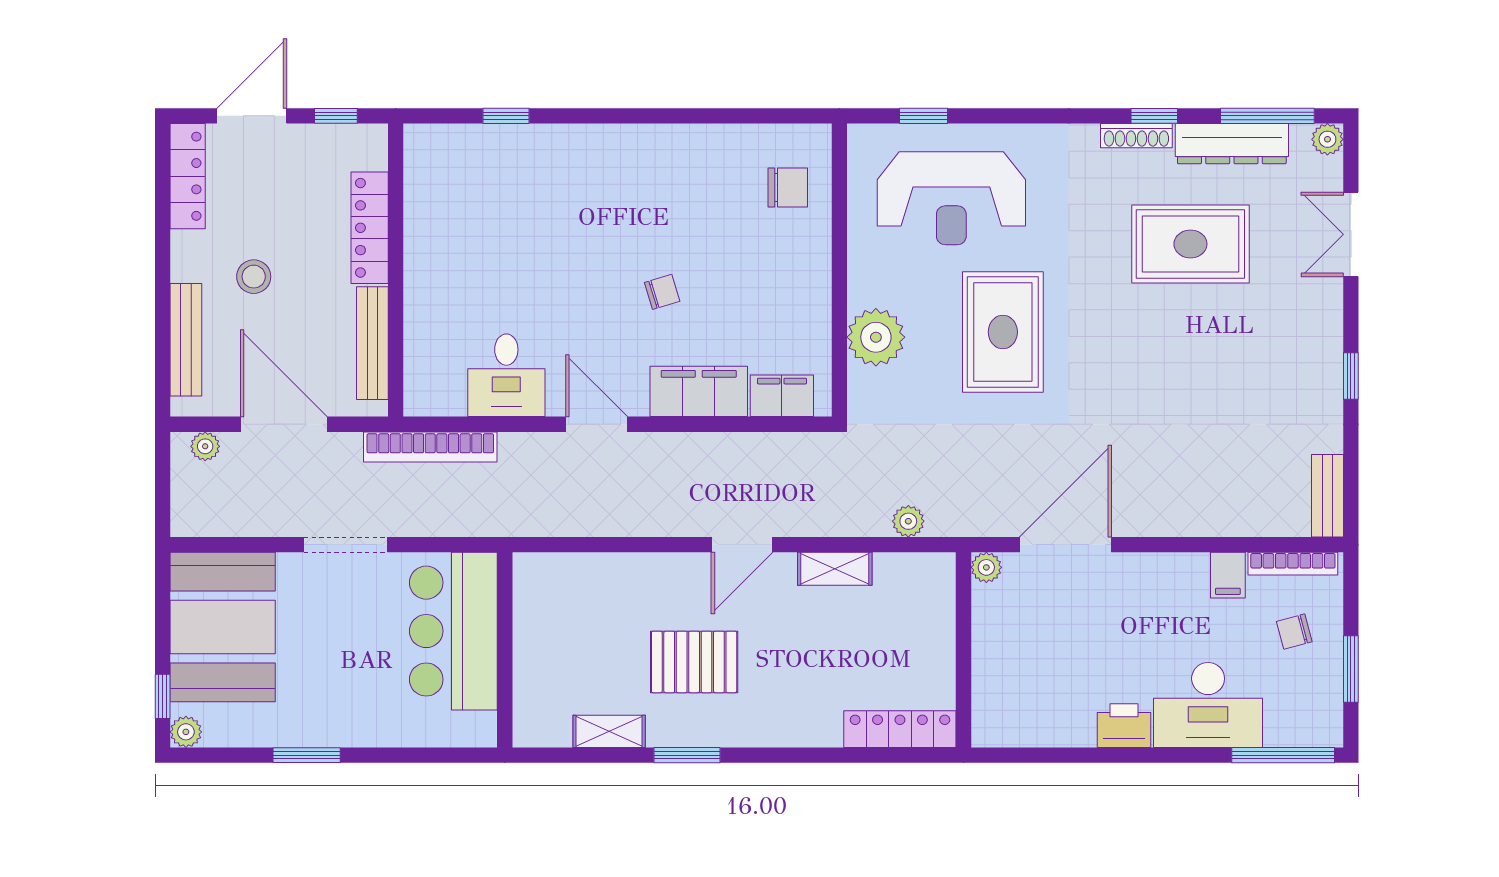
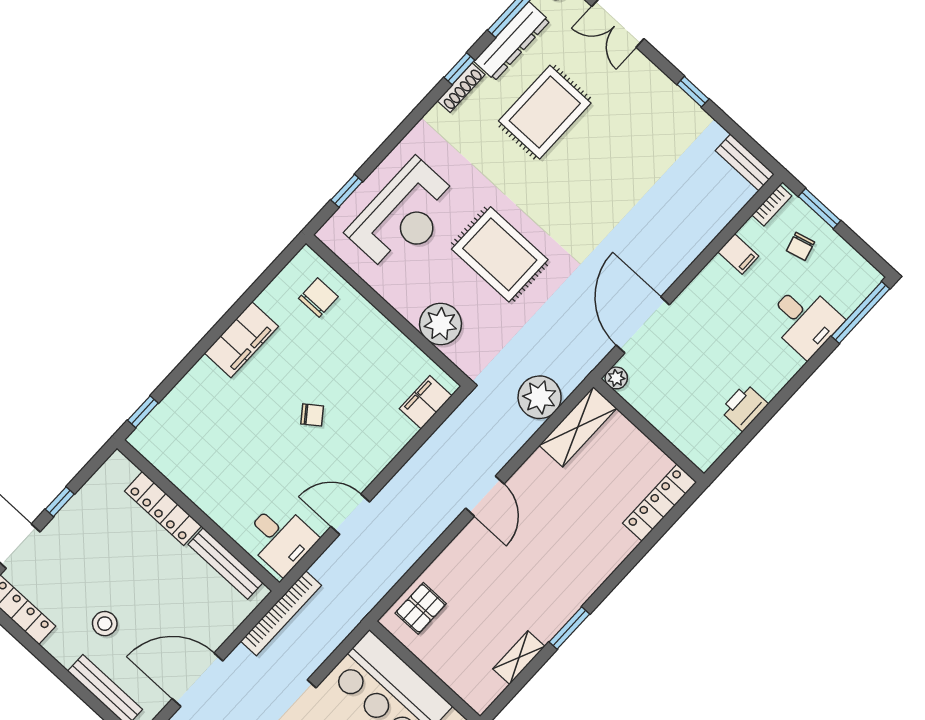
locker: (370, 228) -> (163, 509), moved
wall: (396, 270) -> (198, 515), moved
chair: (662, 292) -> (312, 415), turned 70
bench: (372, 343) -> (225, 563), moved
filing cabinet: (699, 391) -> (241, 340), moved, turned 180
plant: (908, 521) -> (540, 397), width x1.87, depth x1.87
bookcase: (1293, 564) -> (772, 205), width x0.64
shelving: (835, 569) -> (578, 427), moved, width x1.50, depth x1.33
pallet: (694, 662) -> (421, 608), moved, width x0.67, depth x0.71
window: (1351, 669) -> (820, 209), moved
desk: (1208, 705) -> (804, 320), width x0.73
printer: (1124, 726) -> (744, 407), moved

